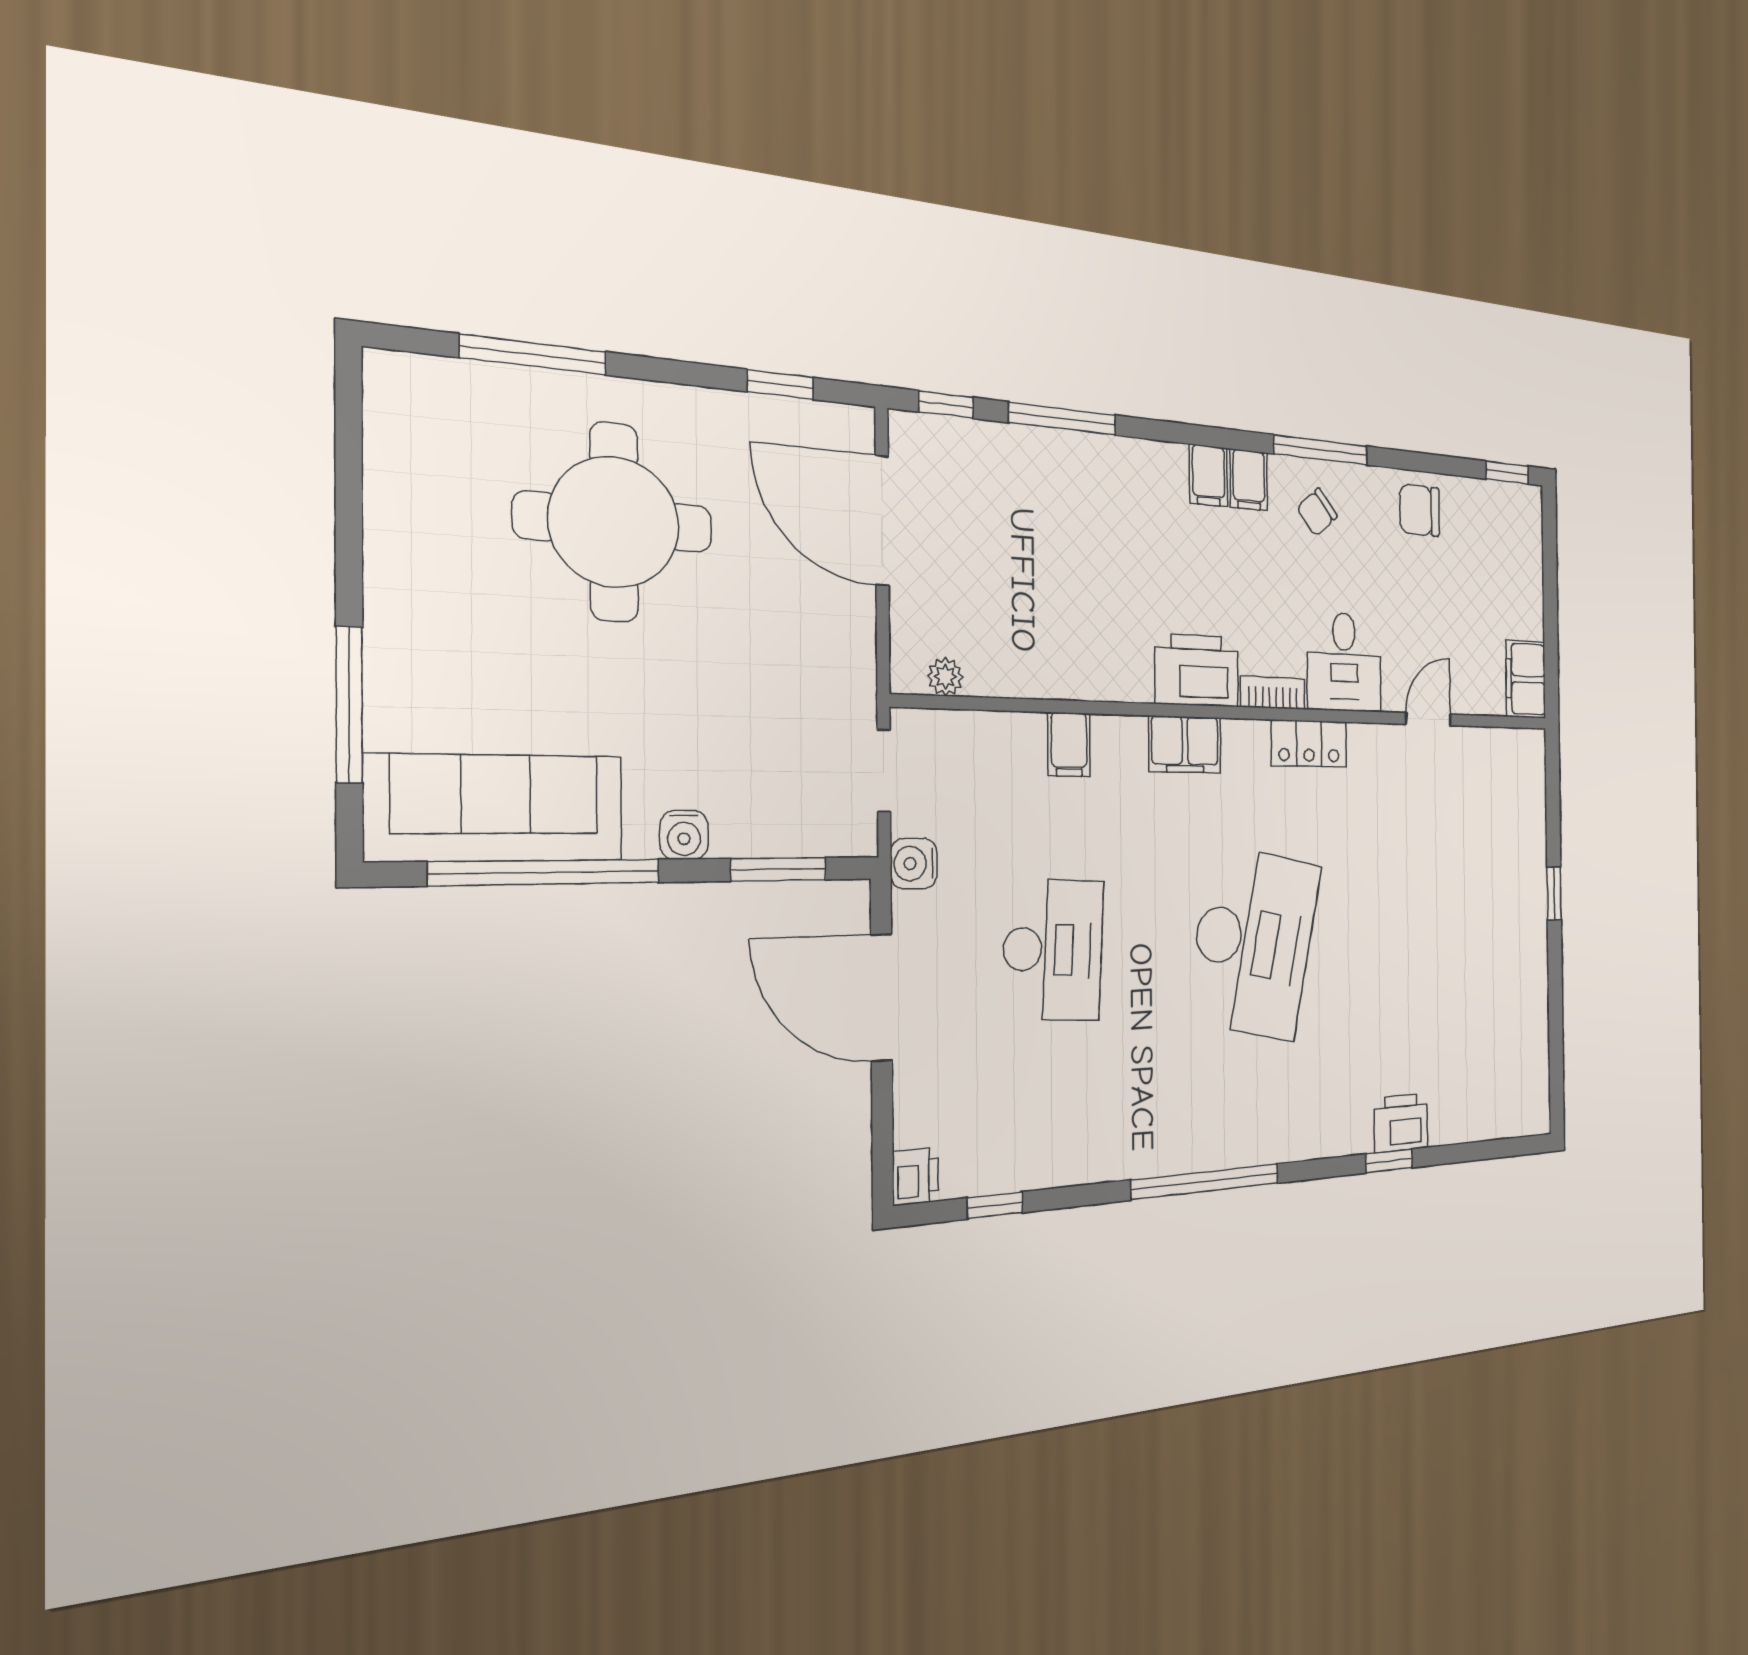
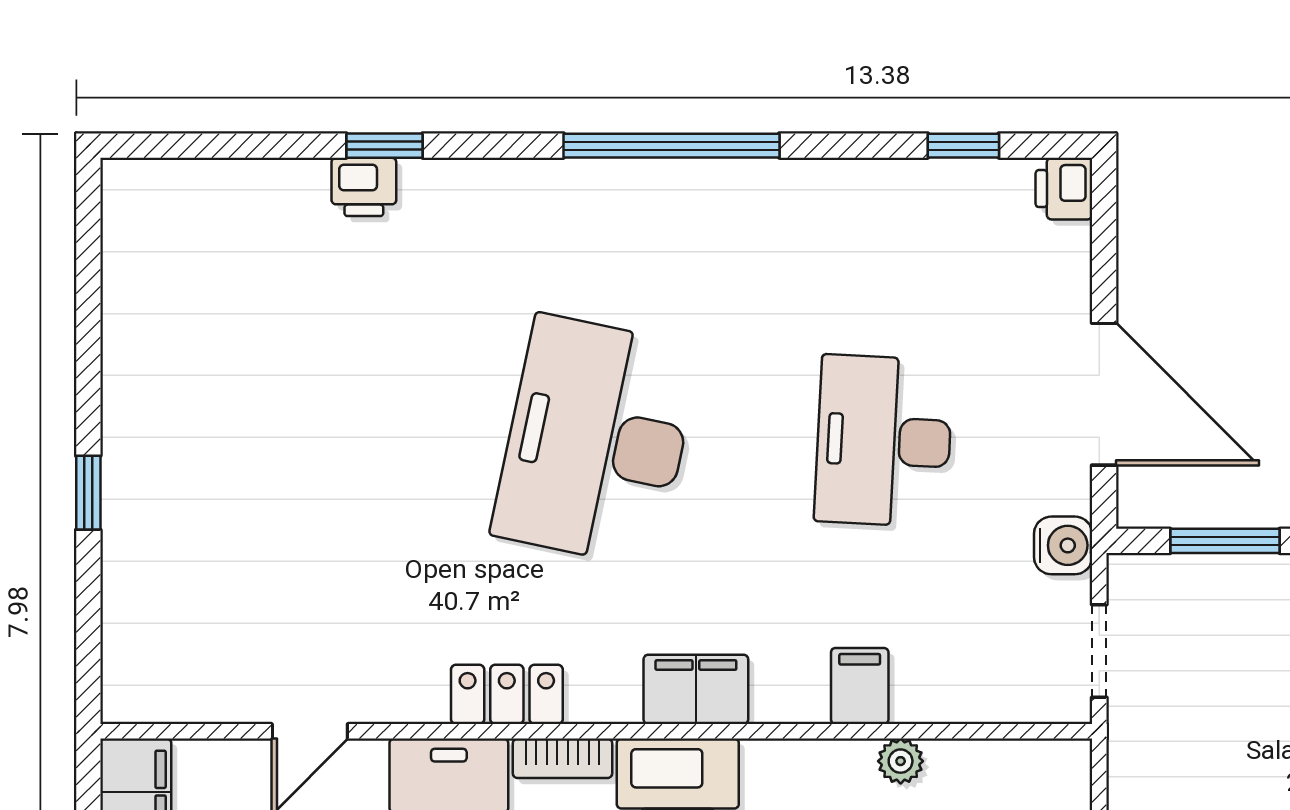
plant: (945, 677) -> (901, 761), moved
printer: (1401, 1123) -> (364, 187), width x0.73, depth x0.81

